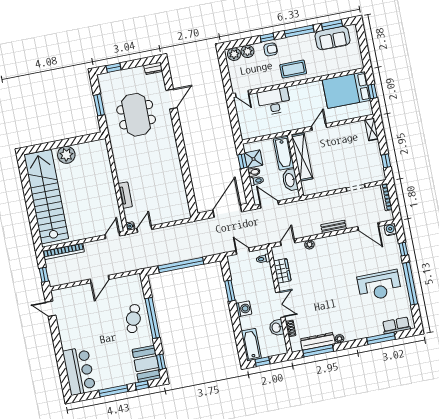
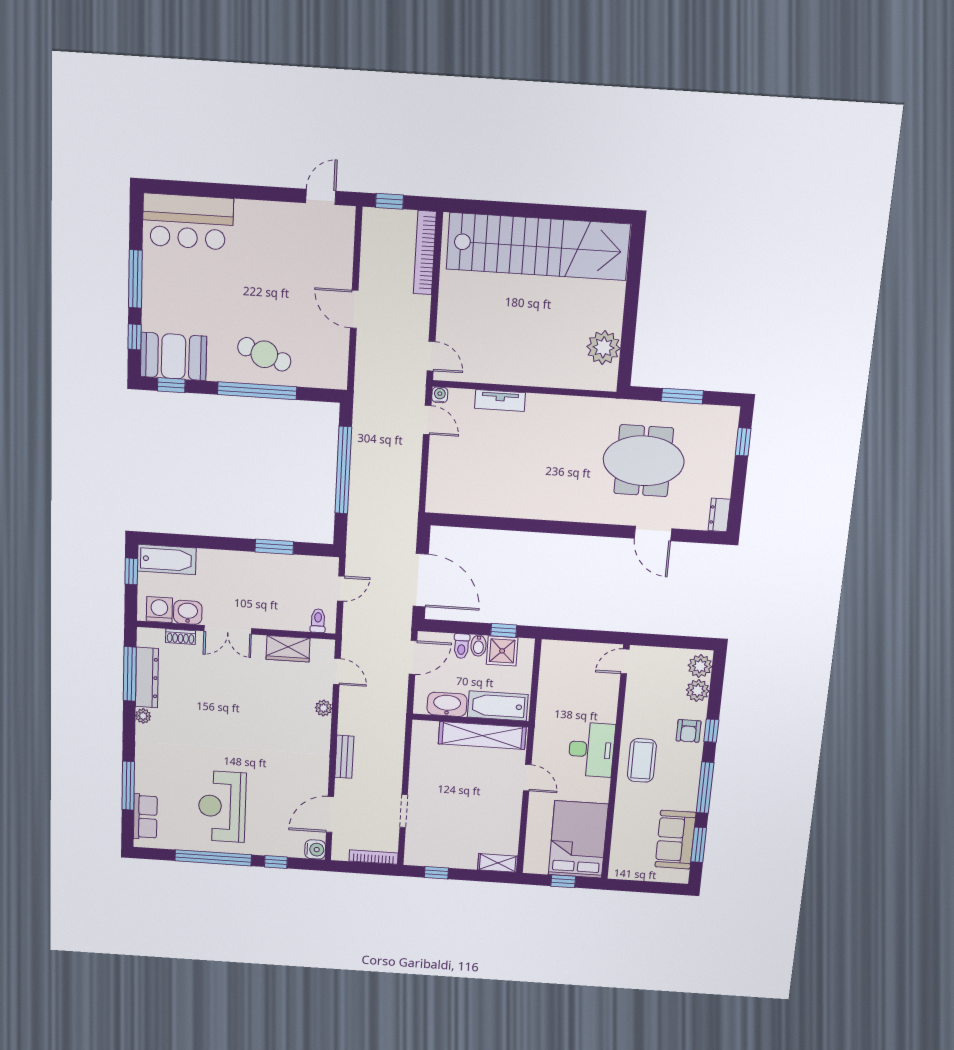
desk: (274, 101) -> (591, 750), moved
plant: (66, 155) -> (604, 347), moved
washing machine: (244, 309) -> (159, 610), moved, turned 180

